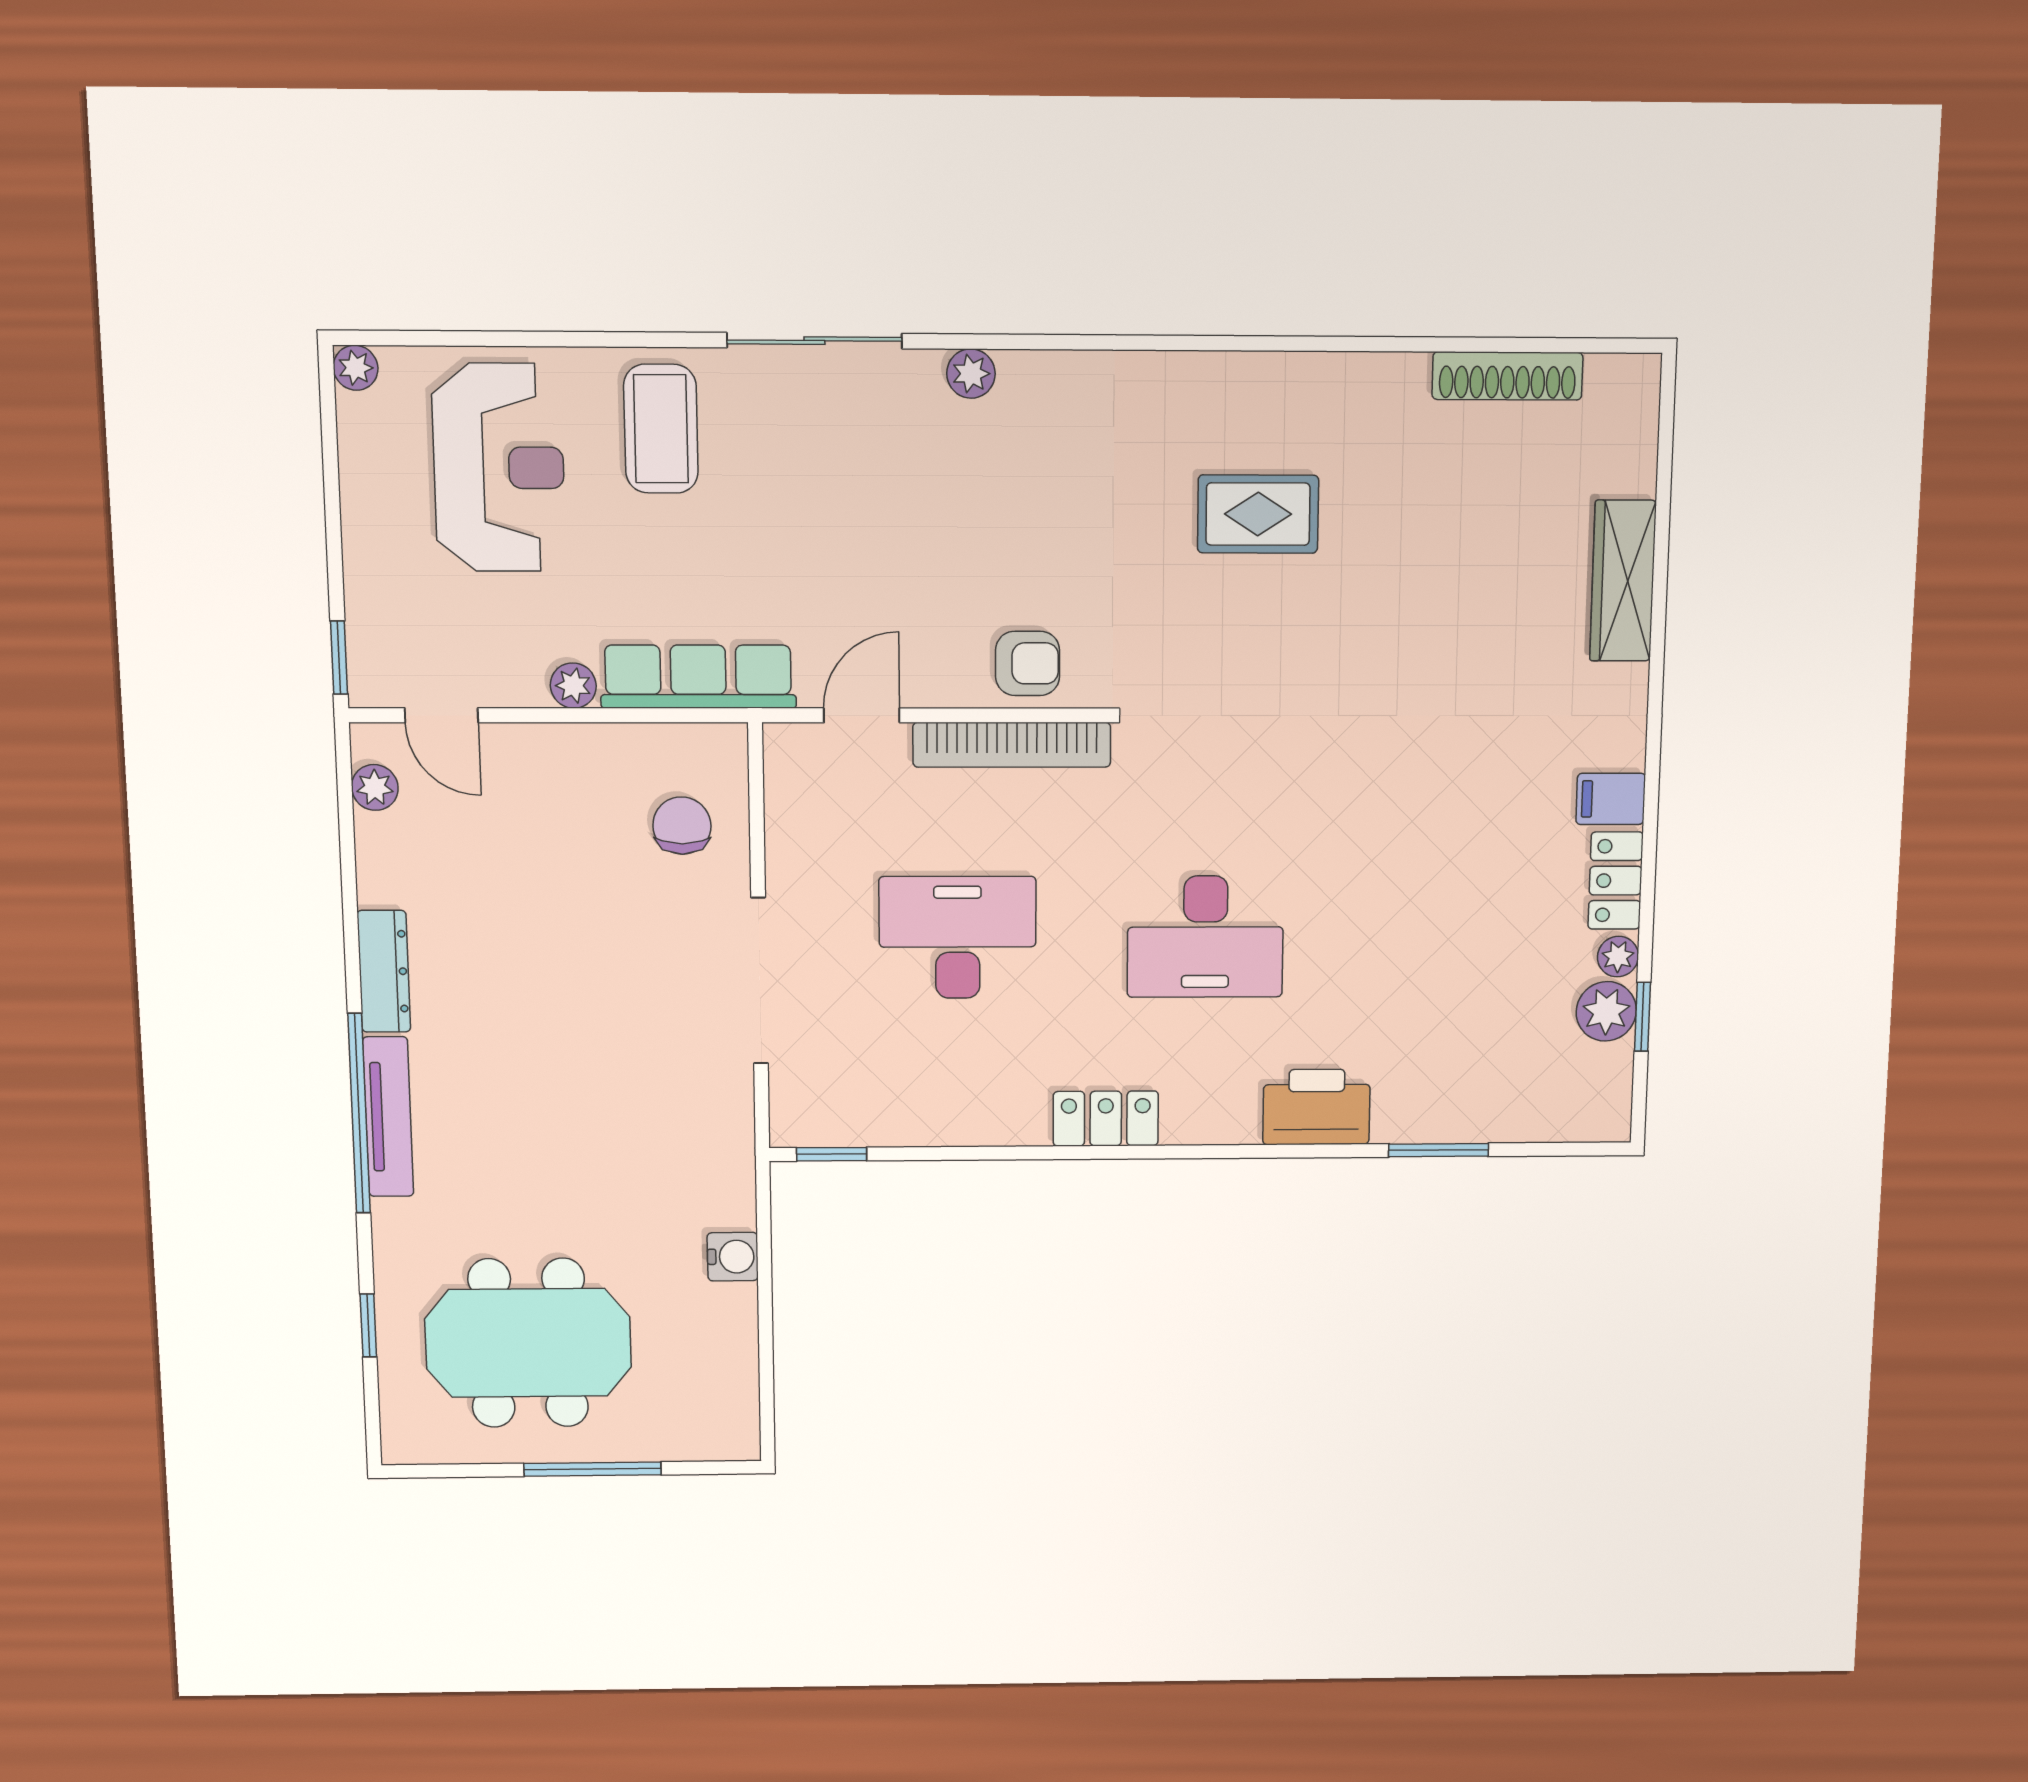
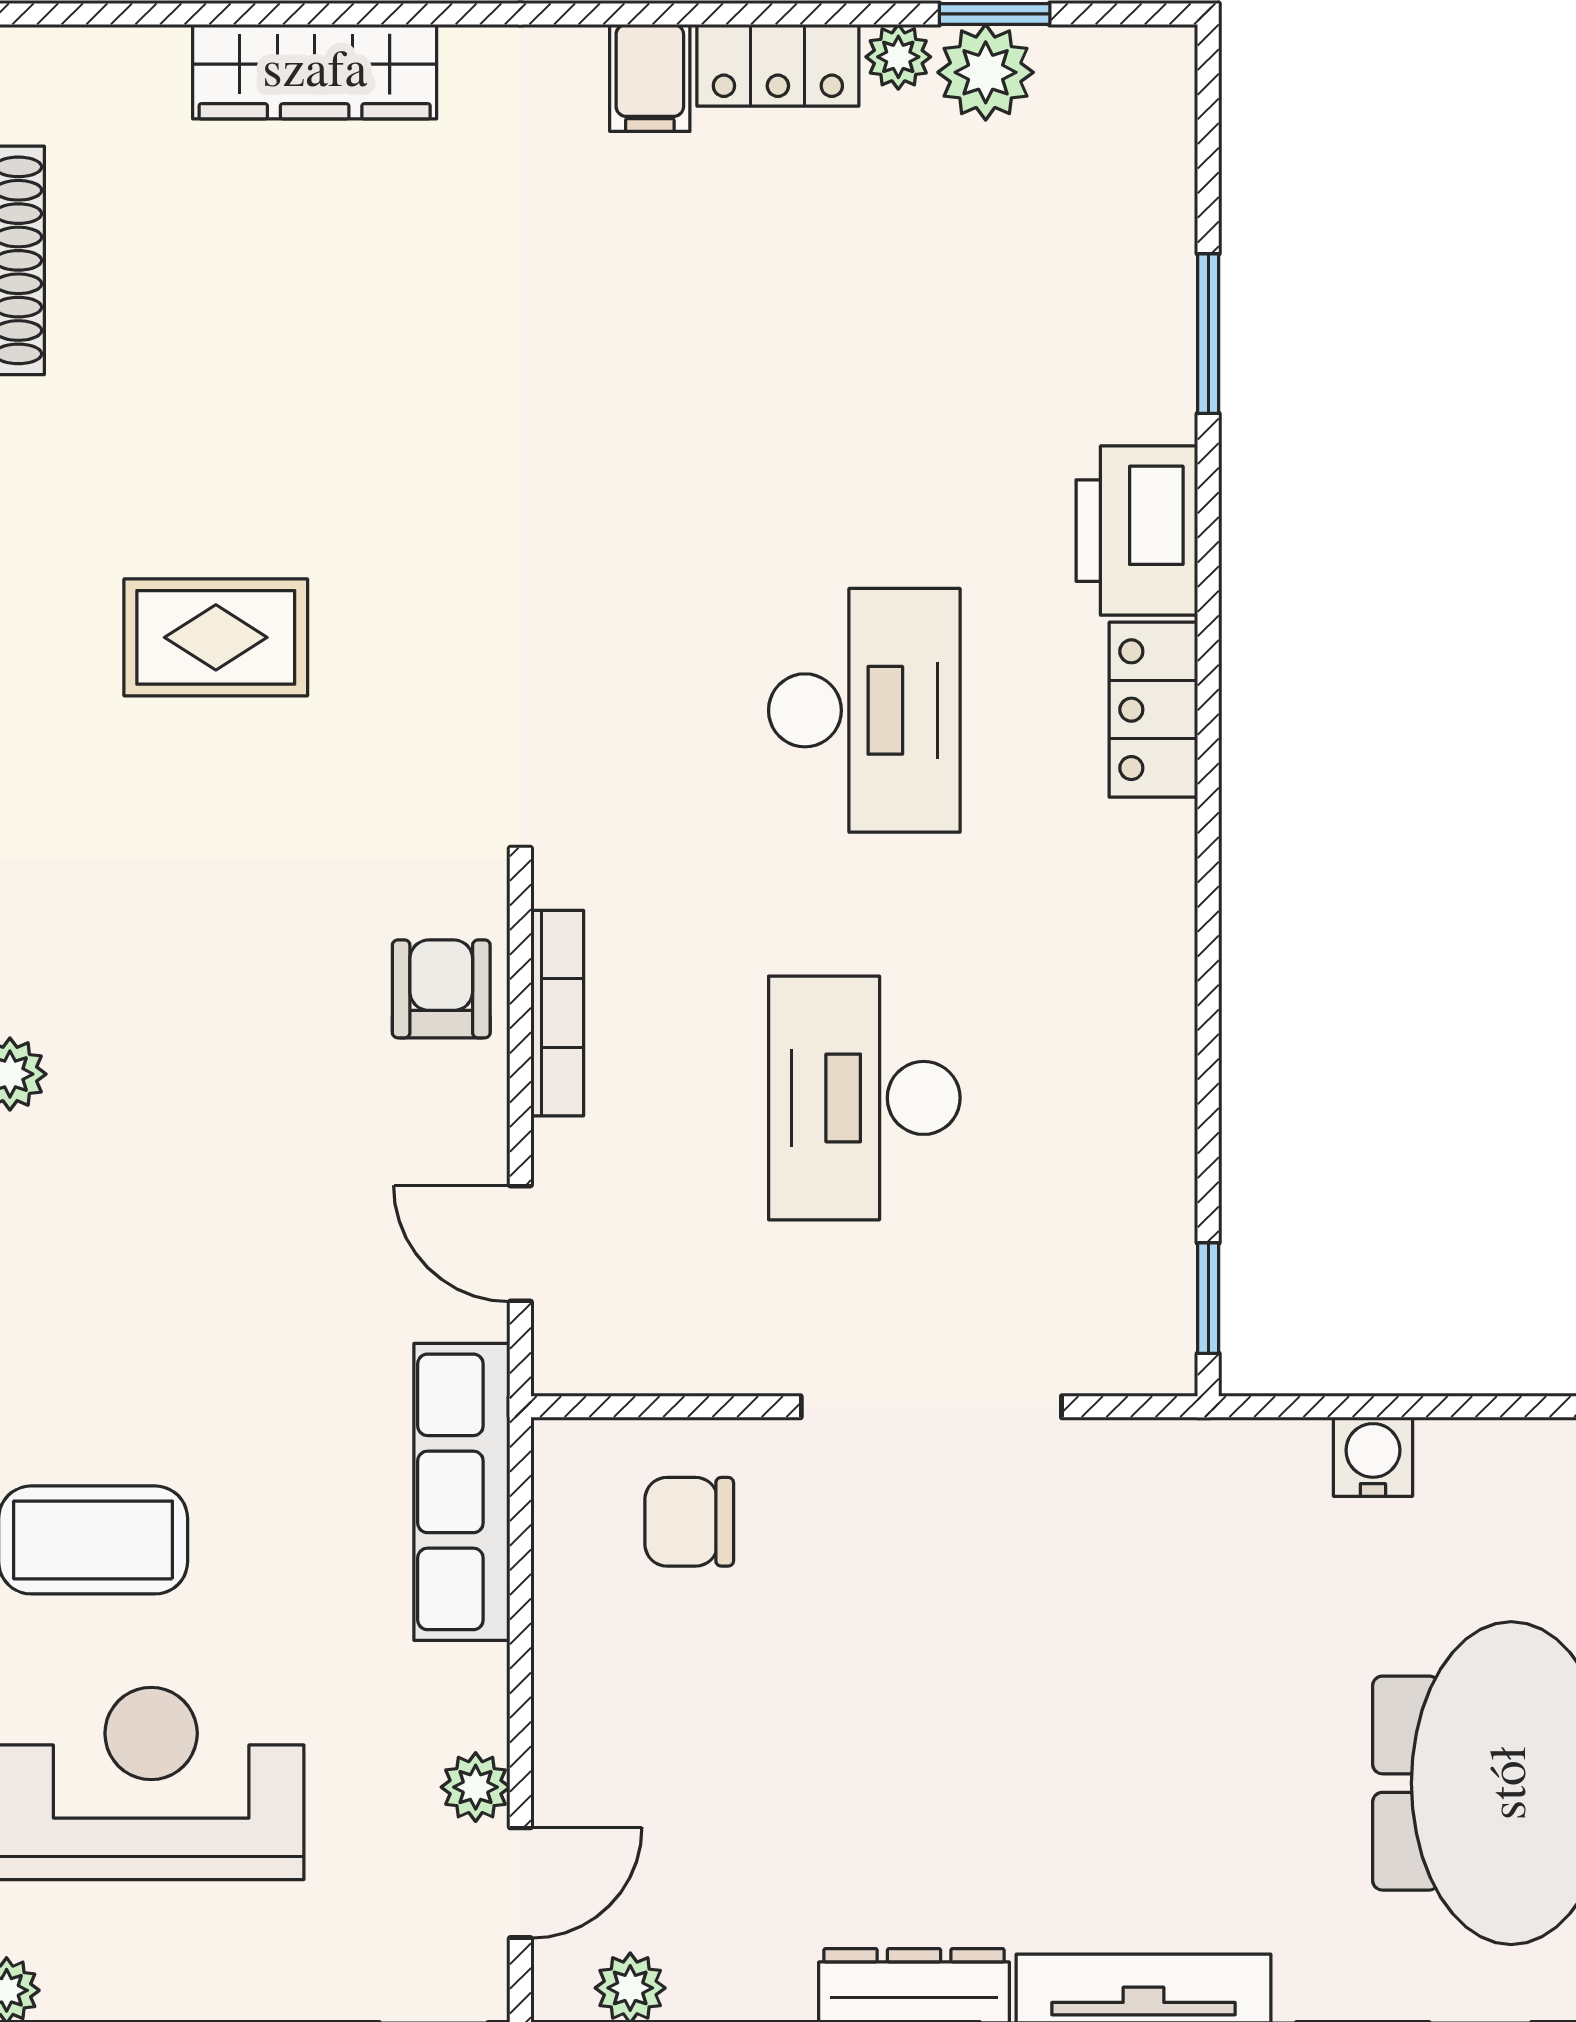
rug: (1258, 514) -> (216, 637), turned 90
plant: (573, 686) -> (476, 1787), moved
bookcase: (1012, 745) -> (557, 1013), width x0.68, depth x0.76
locker: (1106, 1119) -> (1153, 710), moved

